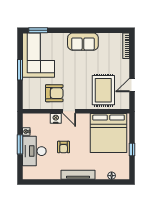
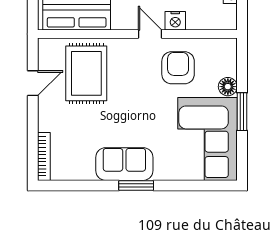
window: (38, 30) -> (136, 185), moved
floor lamp: (28, 83) -> (228, 87), added
armchair: (54, 93) -> (178, 68), turned 90

